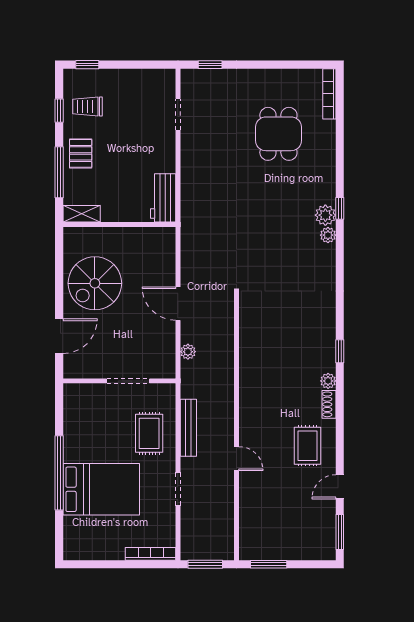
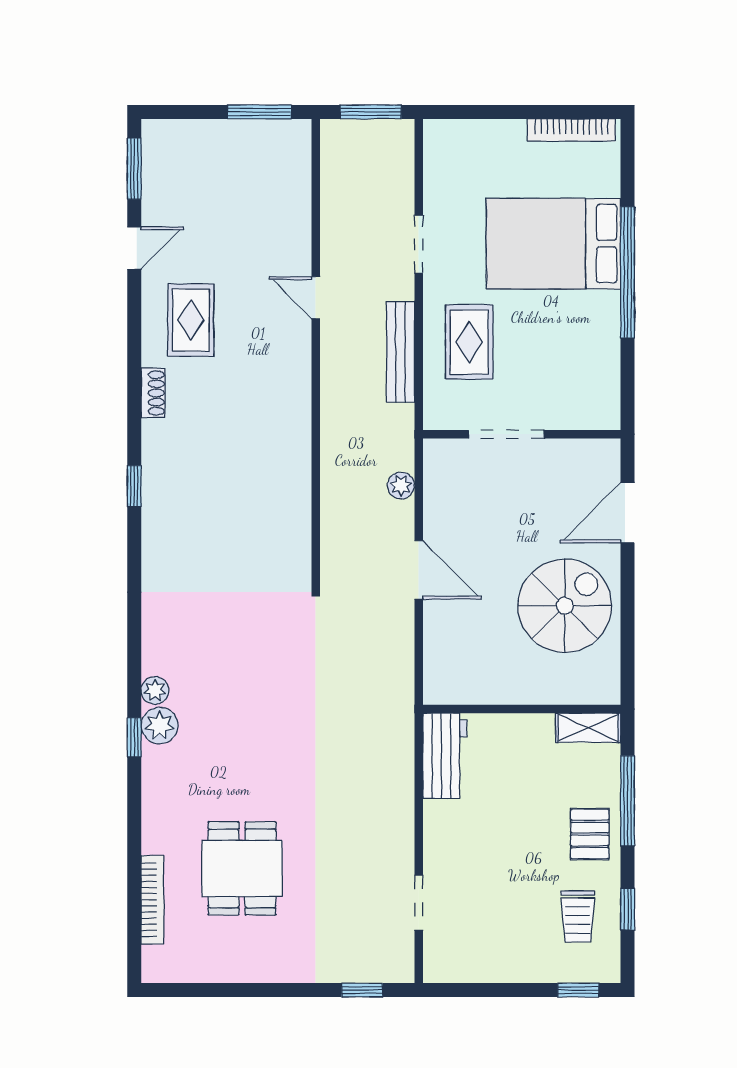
bookcase: (329, 94) -> (152, 900), moved
trolley: (87, 107) -> (578, 916), turned 90
plant: (328, 381) -> (155, 434), removed
bookcase: (151, 554) -> (571, 130), moved

